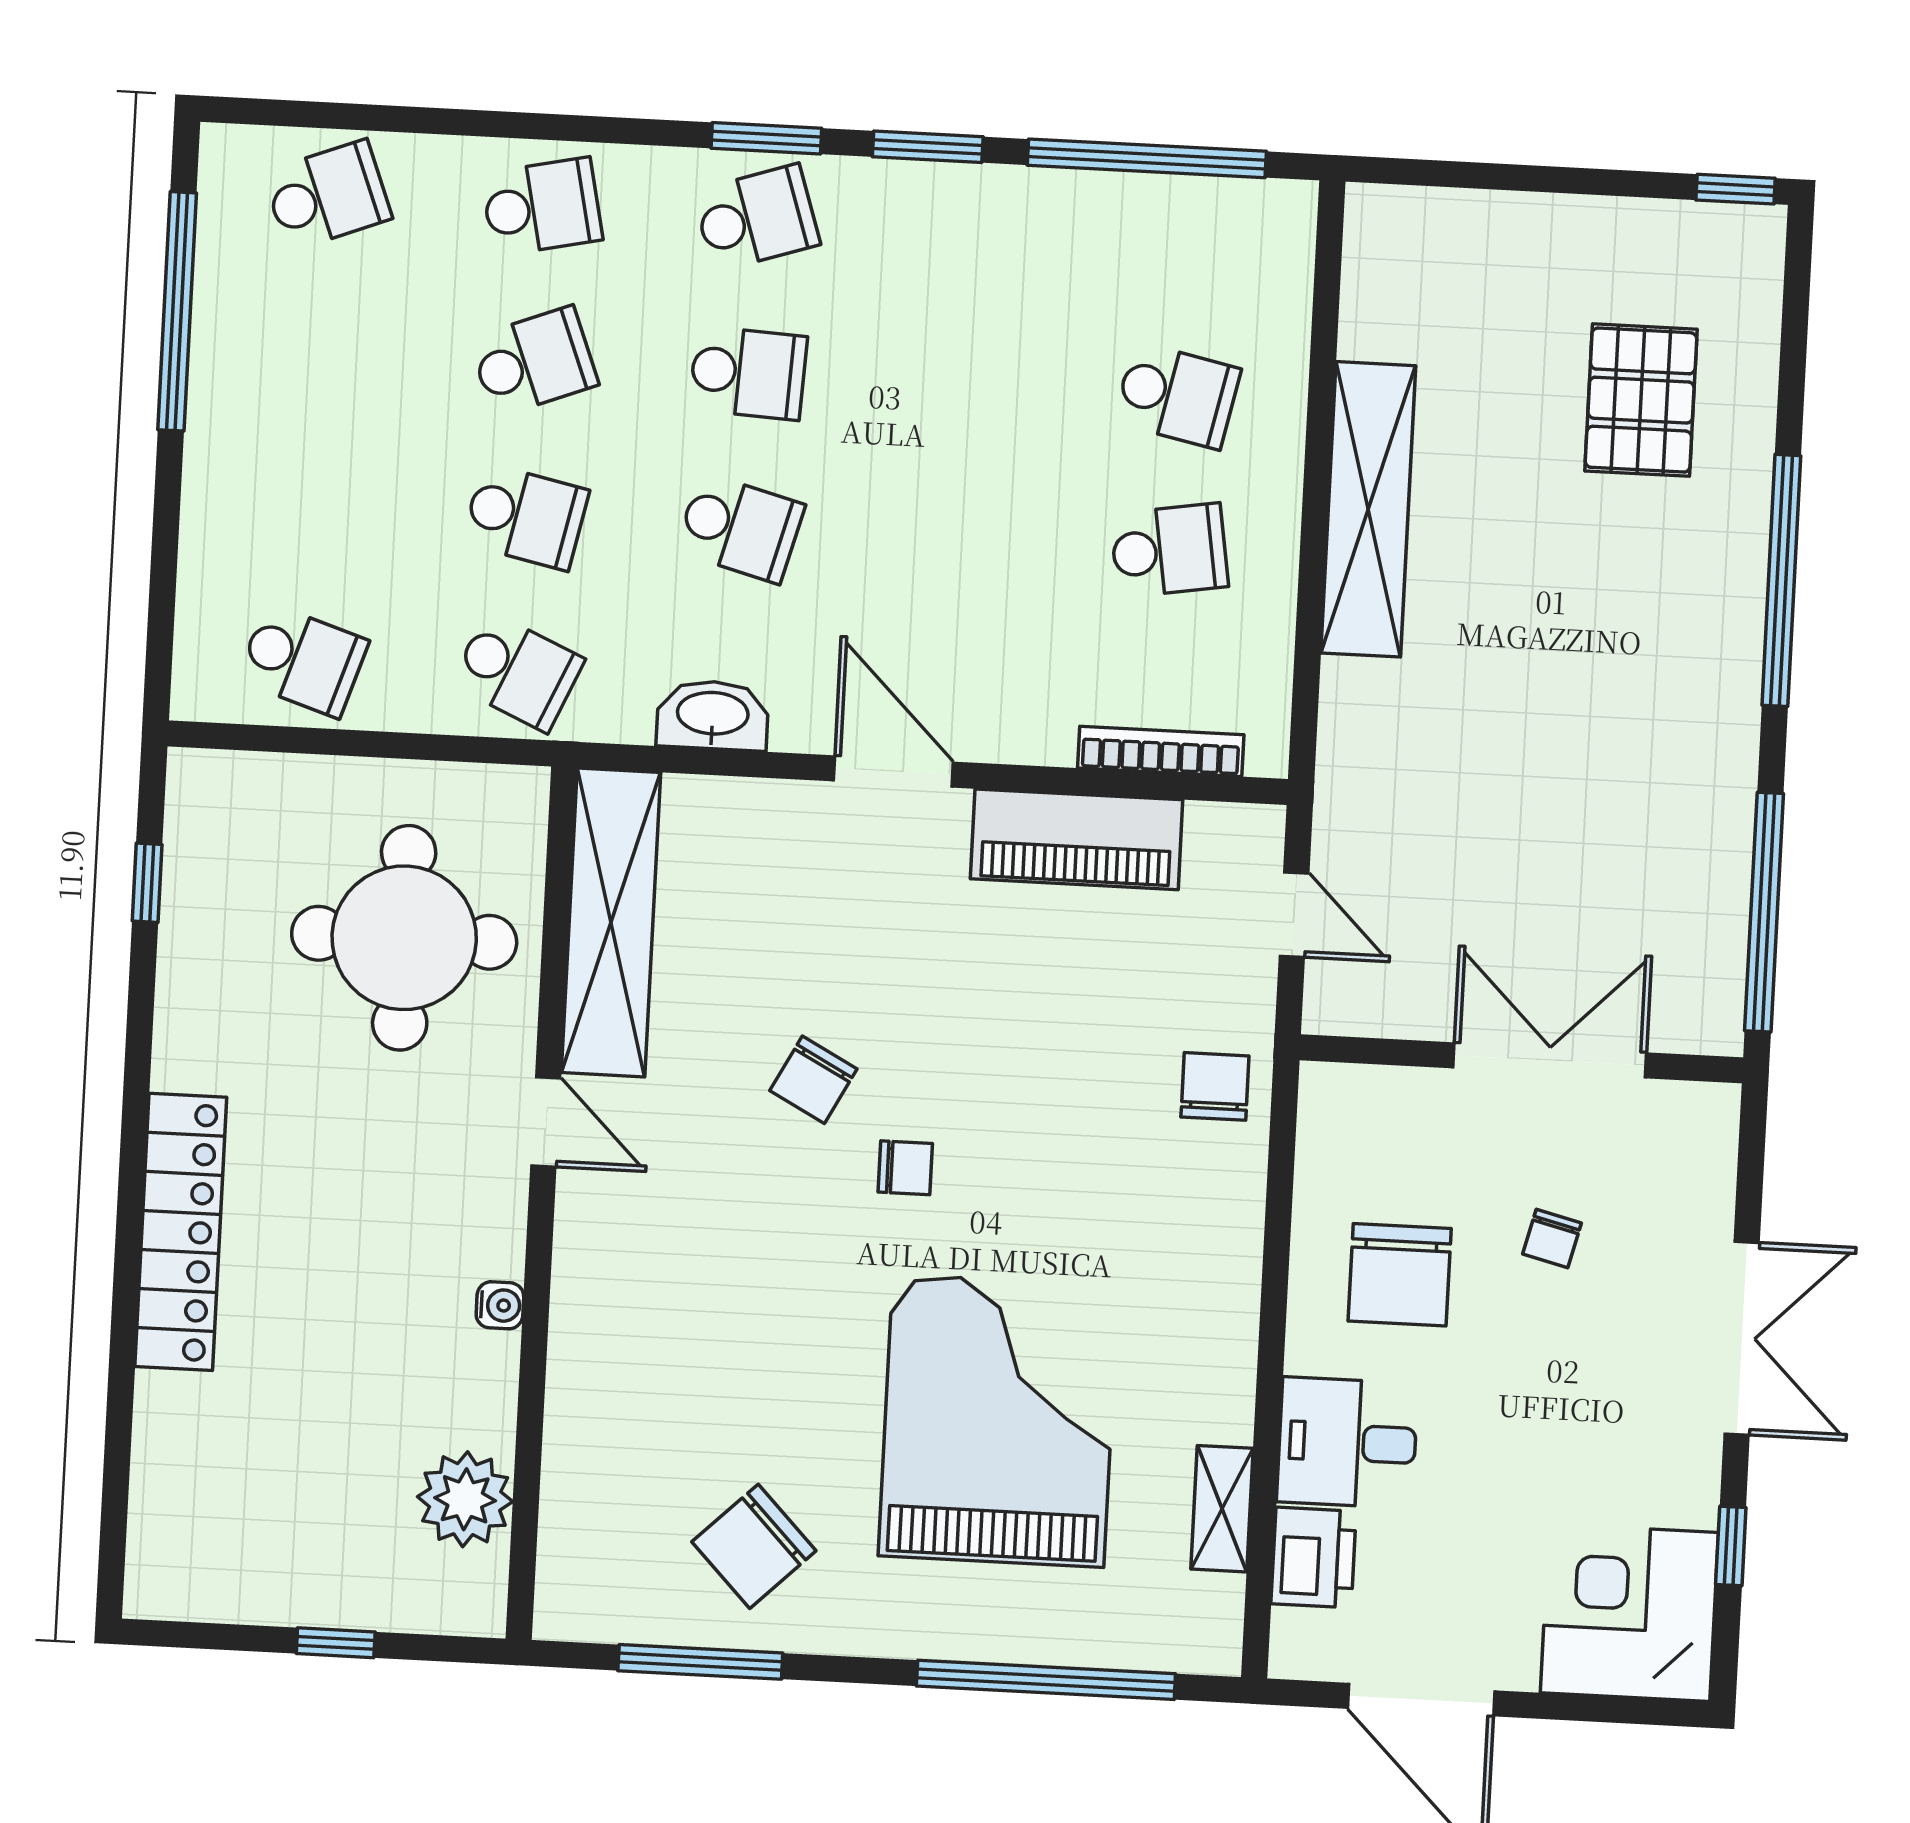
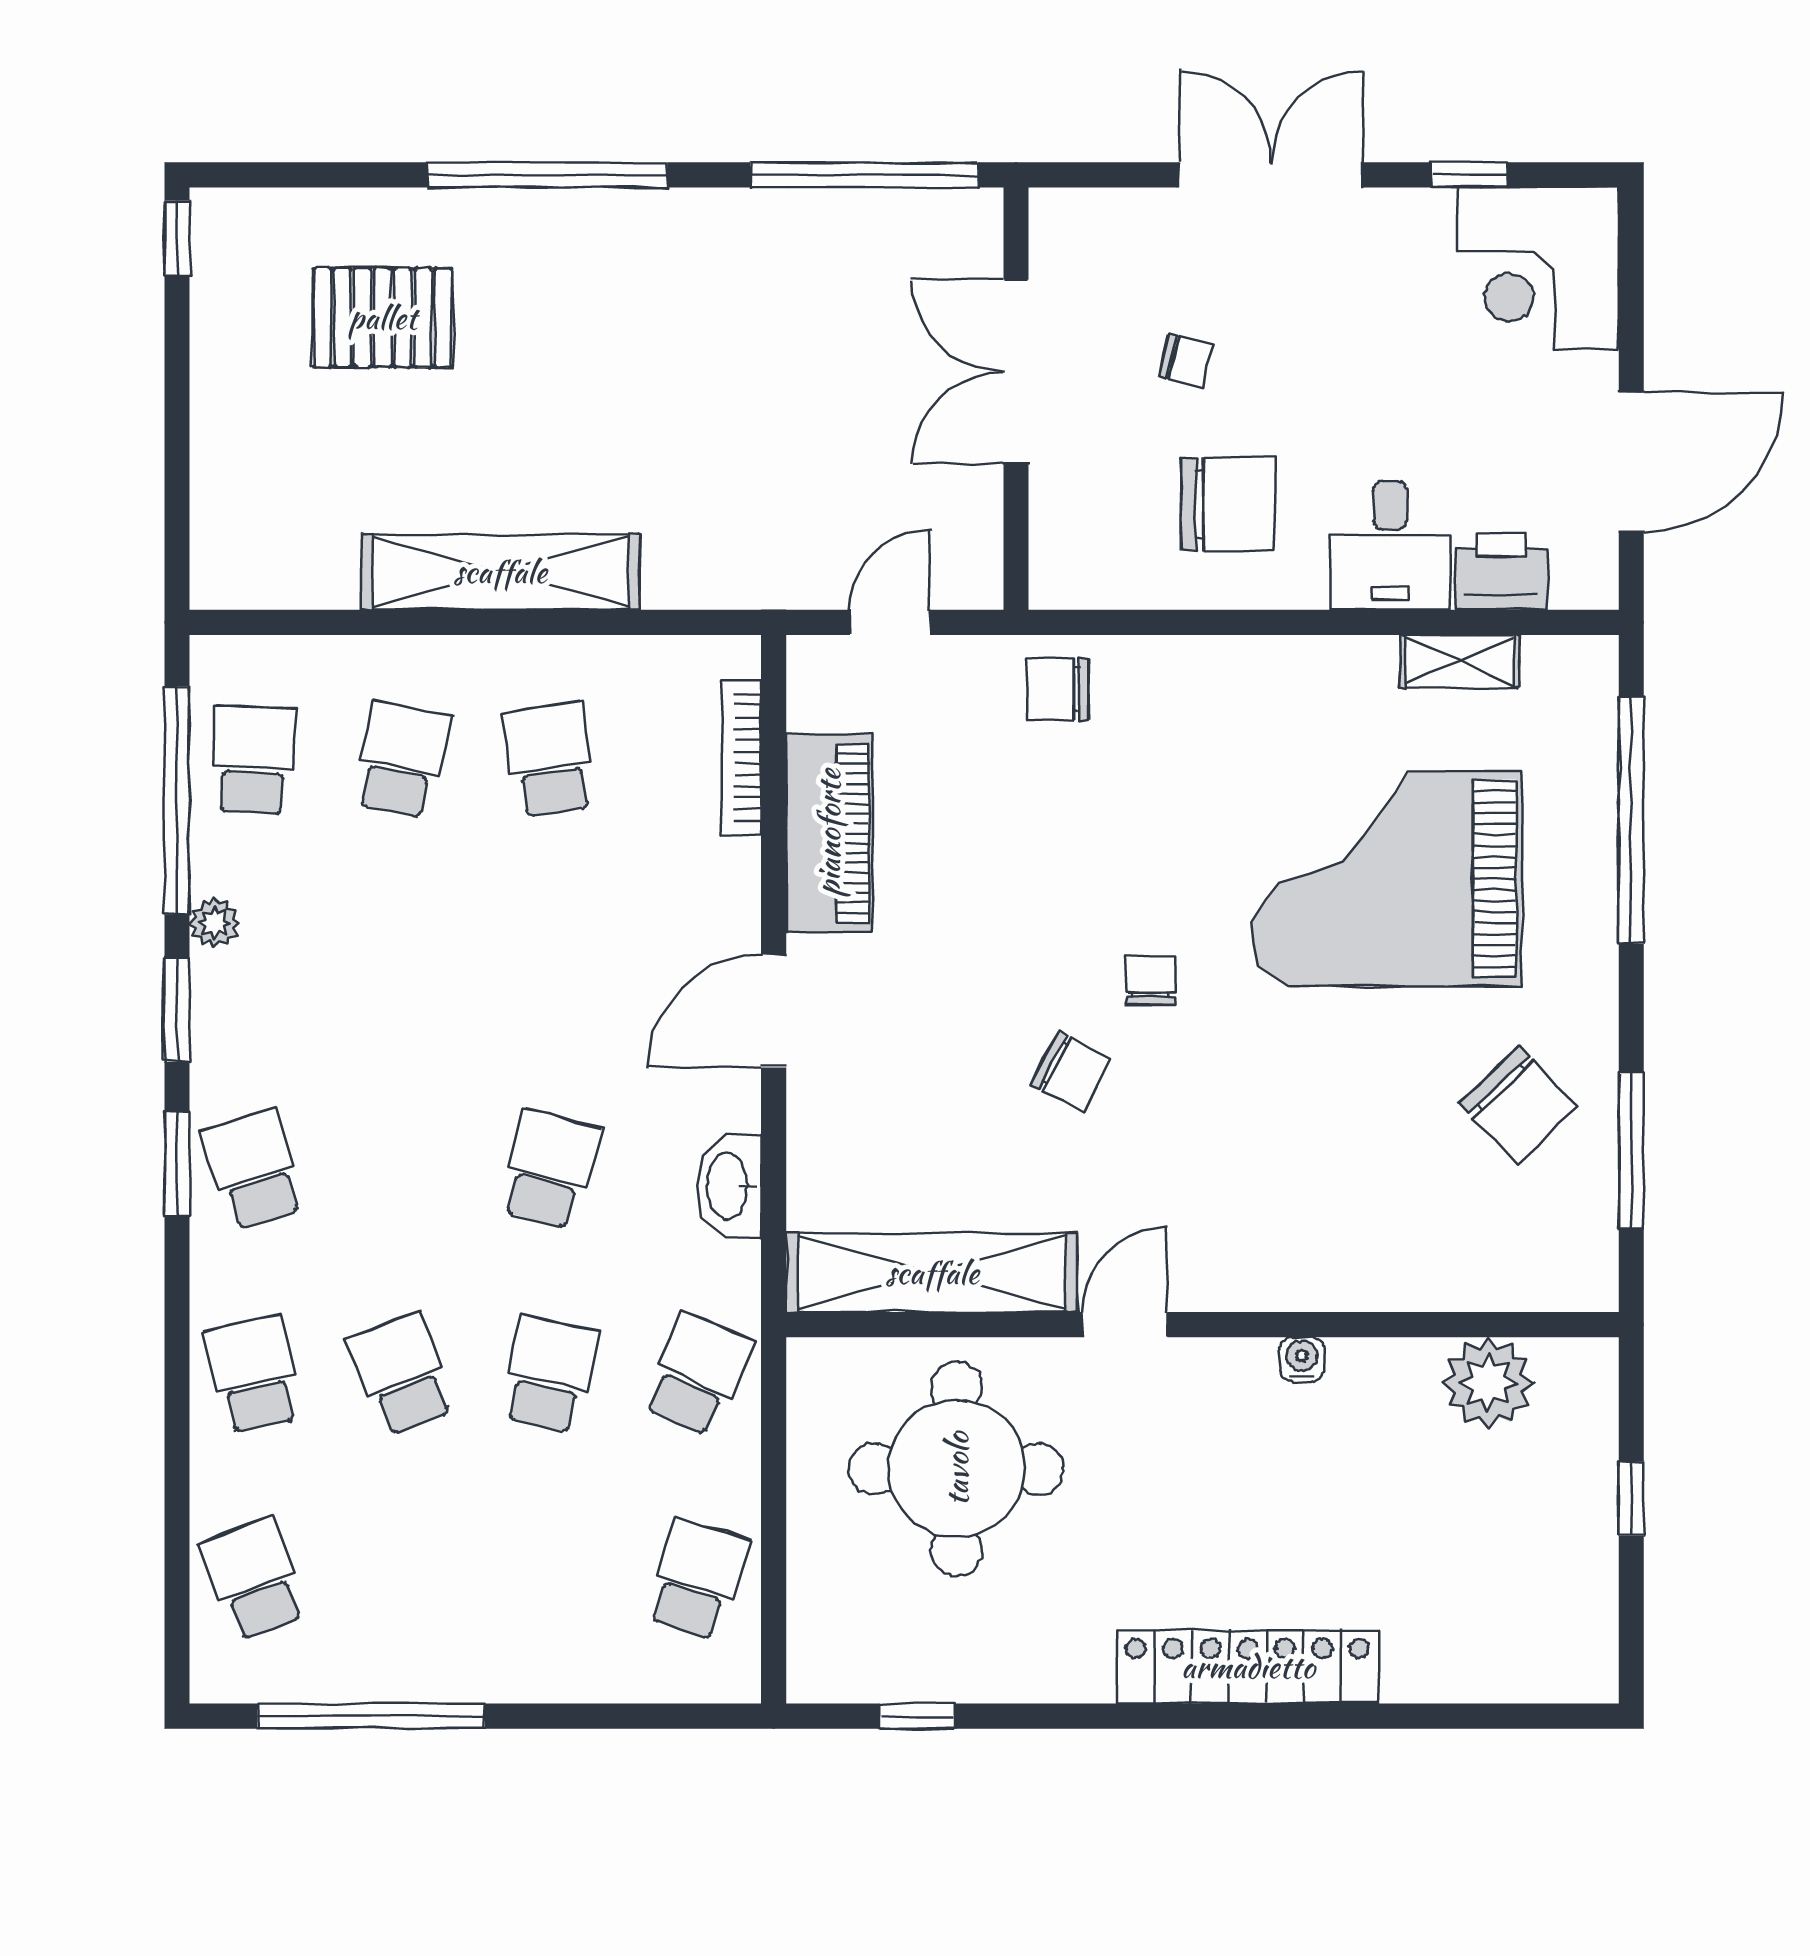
plant: (1016, 191) -> (215, 923), added
school desk: (748, 373) -> (253, 760), moved

